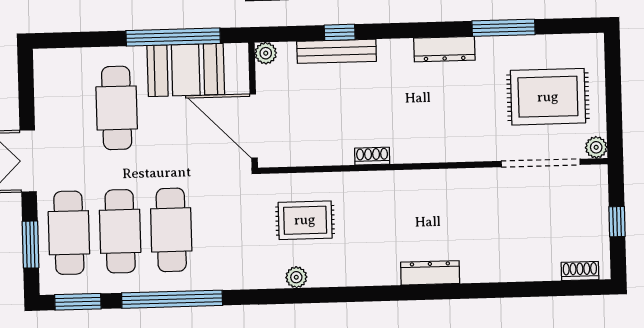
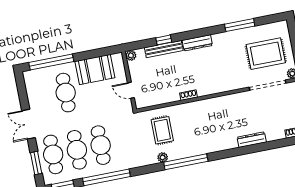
window: (173, 37) -> (51, 62), moved
dresser: (444, 49) -> (197, 43), moved
door: (254, 126) -> (131, 90), width x0.53
rug: (305, 220) -> (162, 130), turned 90
dresser: (430, 273) -> (252, 140), moved
window: (343, 294) -> (186, 162), added

